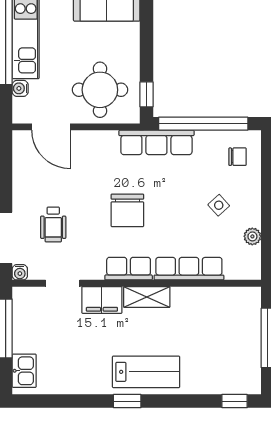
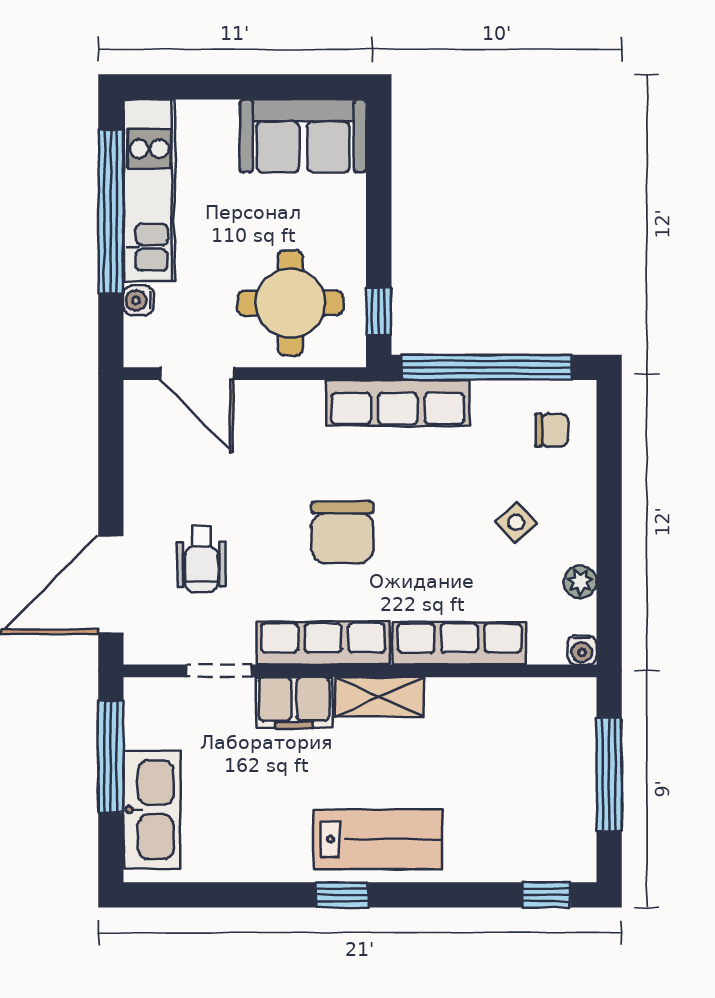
row of seats: (129, 269) -> (323, 643), width x1.48
water cooler: (20, 272) -> (582, 650), moved
kitchen sink: (24, 371) -> (152, 810), width x1.88, depth x1.24

